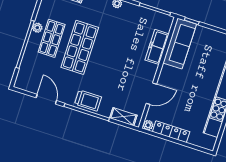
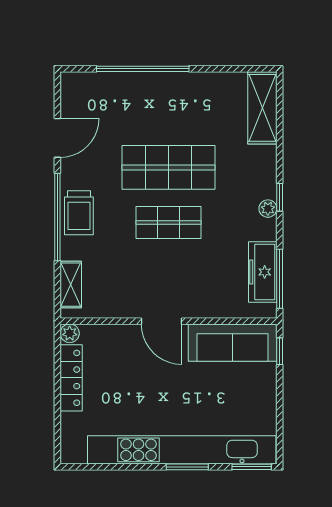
plant: (37, 28) -> (179, 81), removed
shop shelf: (52, 38) -> (169, 222), moved
freezer: (157, 47) -> (263, 272), moved, turned -90
door: (151, 94) -> (162, 321), moved

